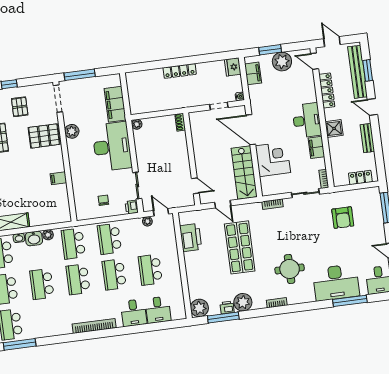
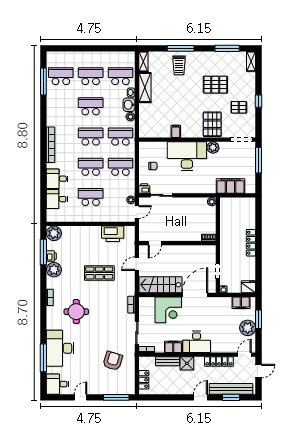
bench: (367, 138) -> (168, 361), moved
desk: (112, 147) -> (187, 156), moved, turned 180
armchair: (343, 218) -> (113, 361), turned 107
shop shelf: (240, 247) -> (99, 273), width x0.70, depth x0.74

